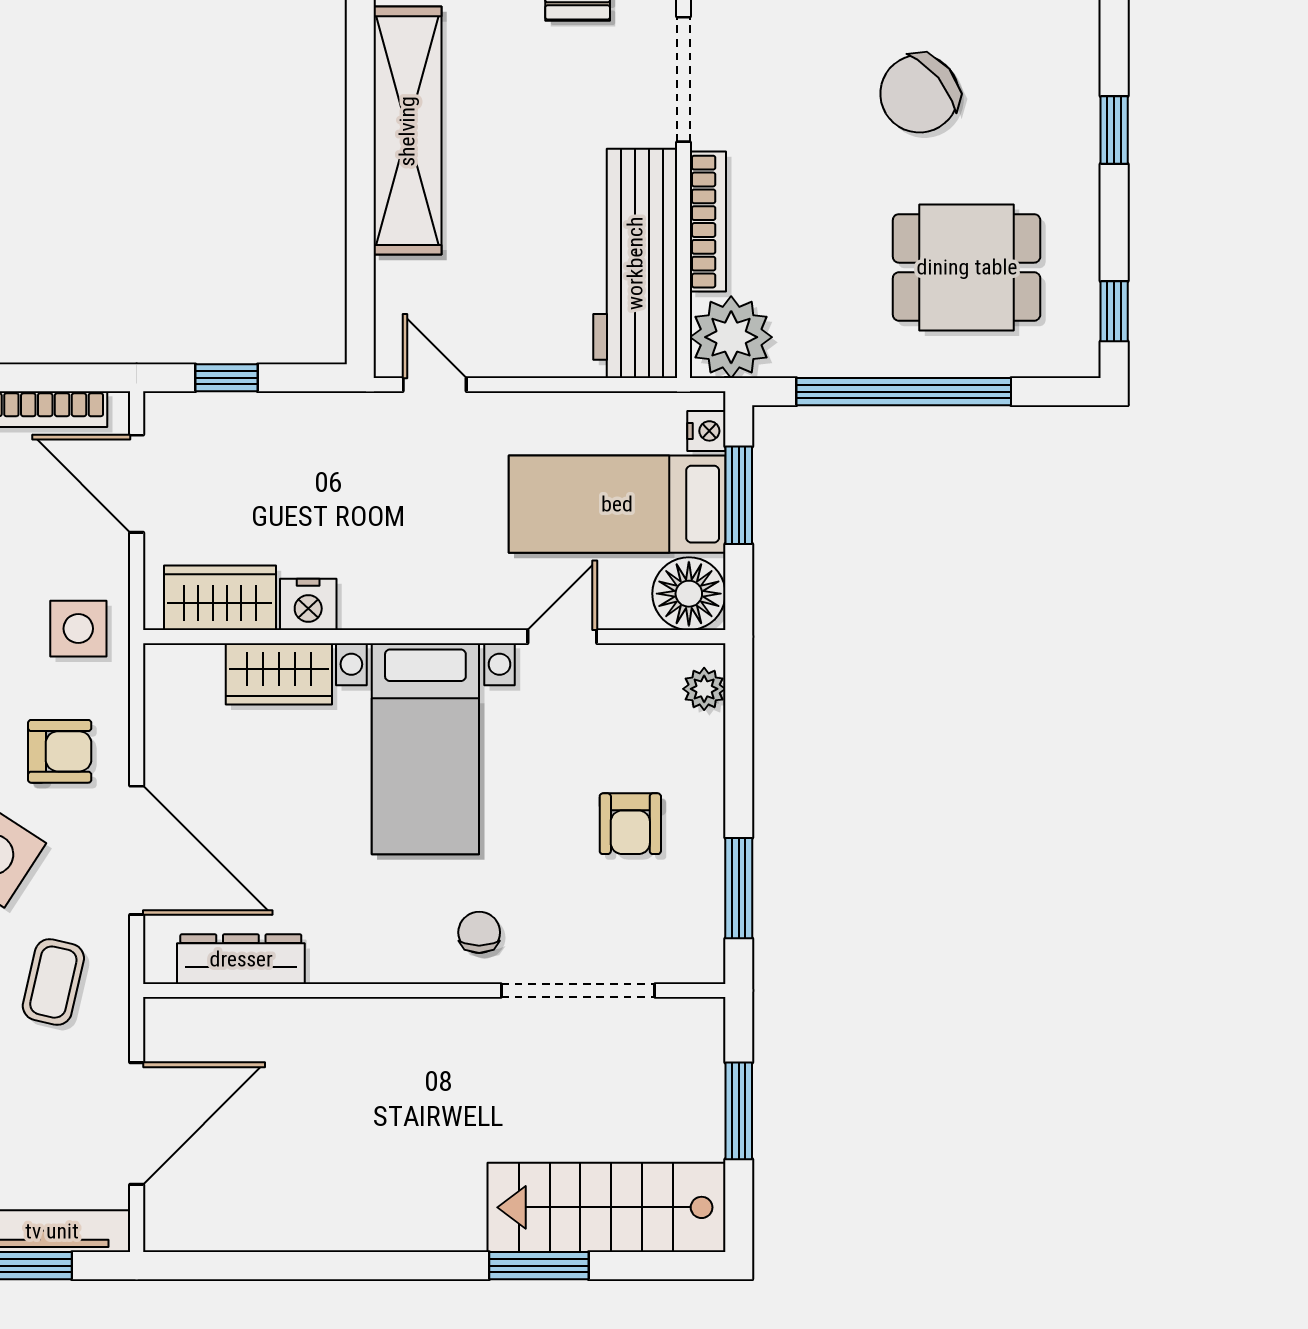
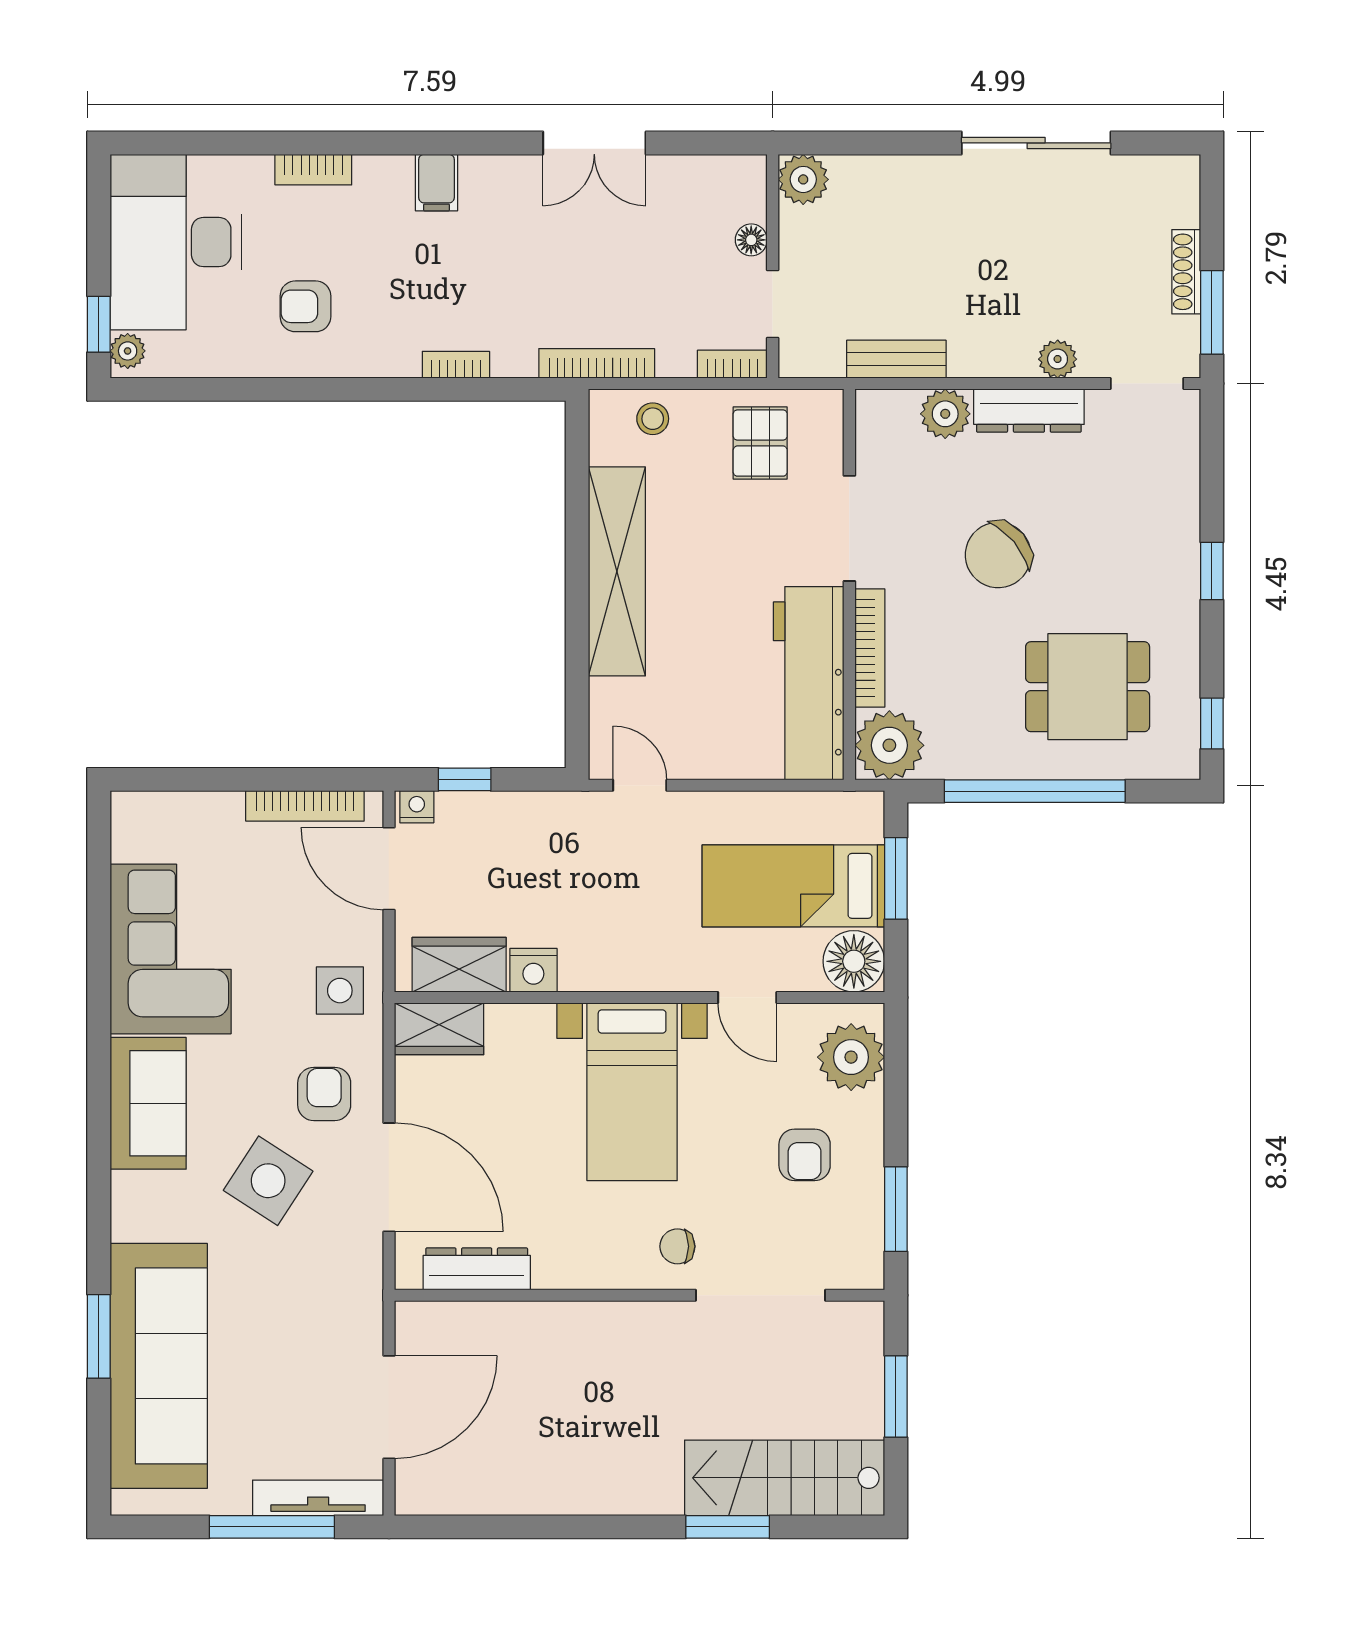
chair: (919, 94) -> (998, 555), moved
nightstand: (706, 431) -> (417, 807), moved, turned -90
door: (562, 637) -> (747, 997), swing flipped
wardrobe: (279, 674) -> (439, 1029), moved
plant: (704, 689) -> (851, 1057), width x1.88, depth x1.88
armchair: (60, 751) -> (324, 1094), turned -90
chair: (479, 932) -> (677, 1246), turned -90
coffee table: (53, 982) -> (319, 1288), removed

